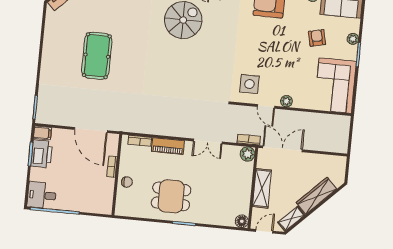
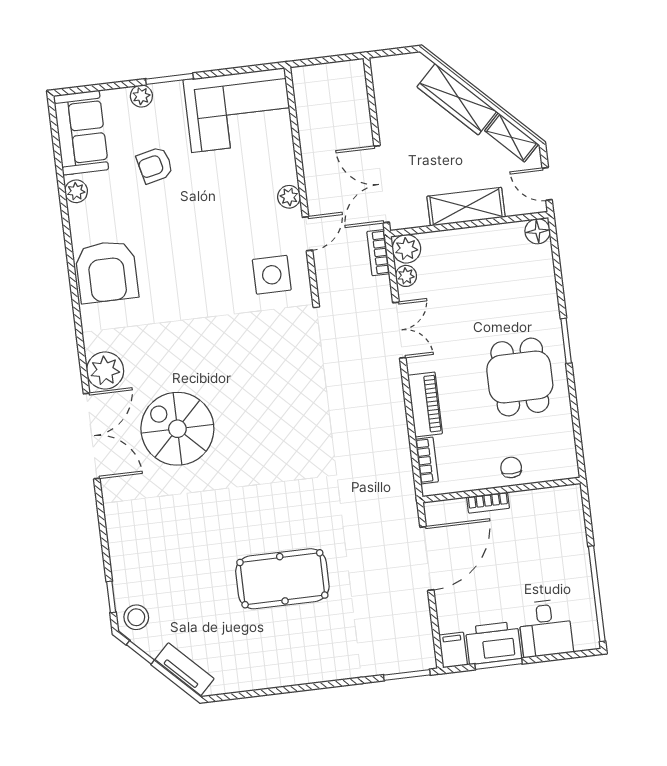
plant: (234, 151) -> (406, 276), added
desk: (42, 195) -> (546, 628), moved

